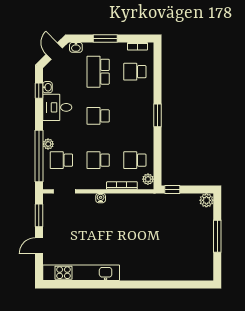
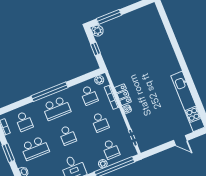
window: (157, 115) -> (50, 92), width x2.11
school desk: (135, 116) -> (57, 108), added
window: (172, 189) -> (96, 49), moved
locker: (119, 200) -> (123, 95), added
window: (39, 215) -> (158, 149), removed
window: (217, 236) -> (109, 17), moved

